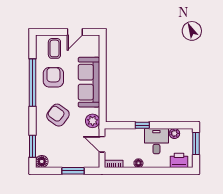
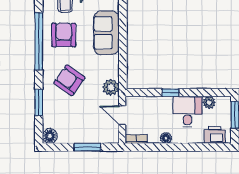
sofa: (89, 82) -> (106, 33), width x0.73
window: (33, 146) -> (39, 102), moved

